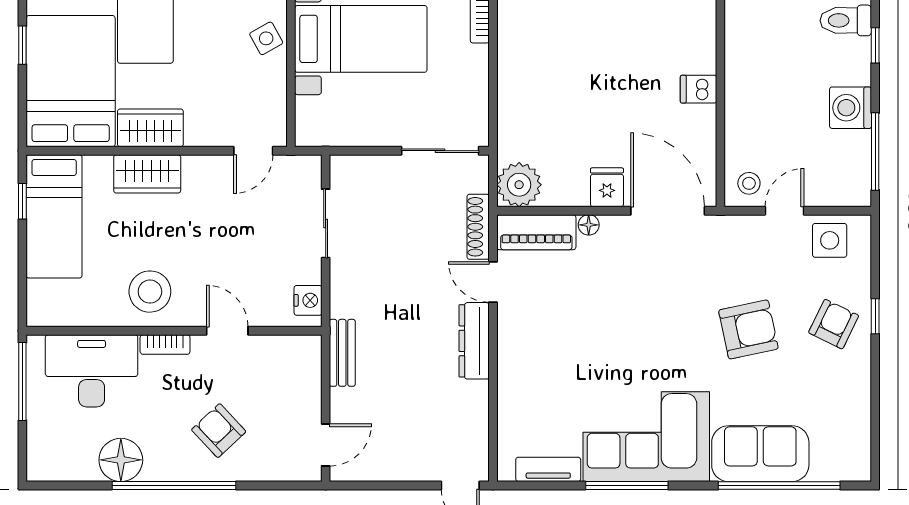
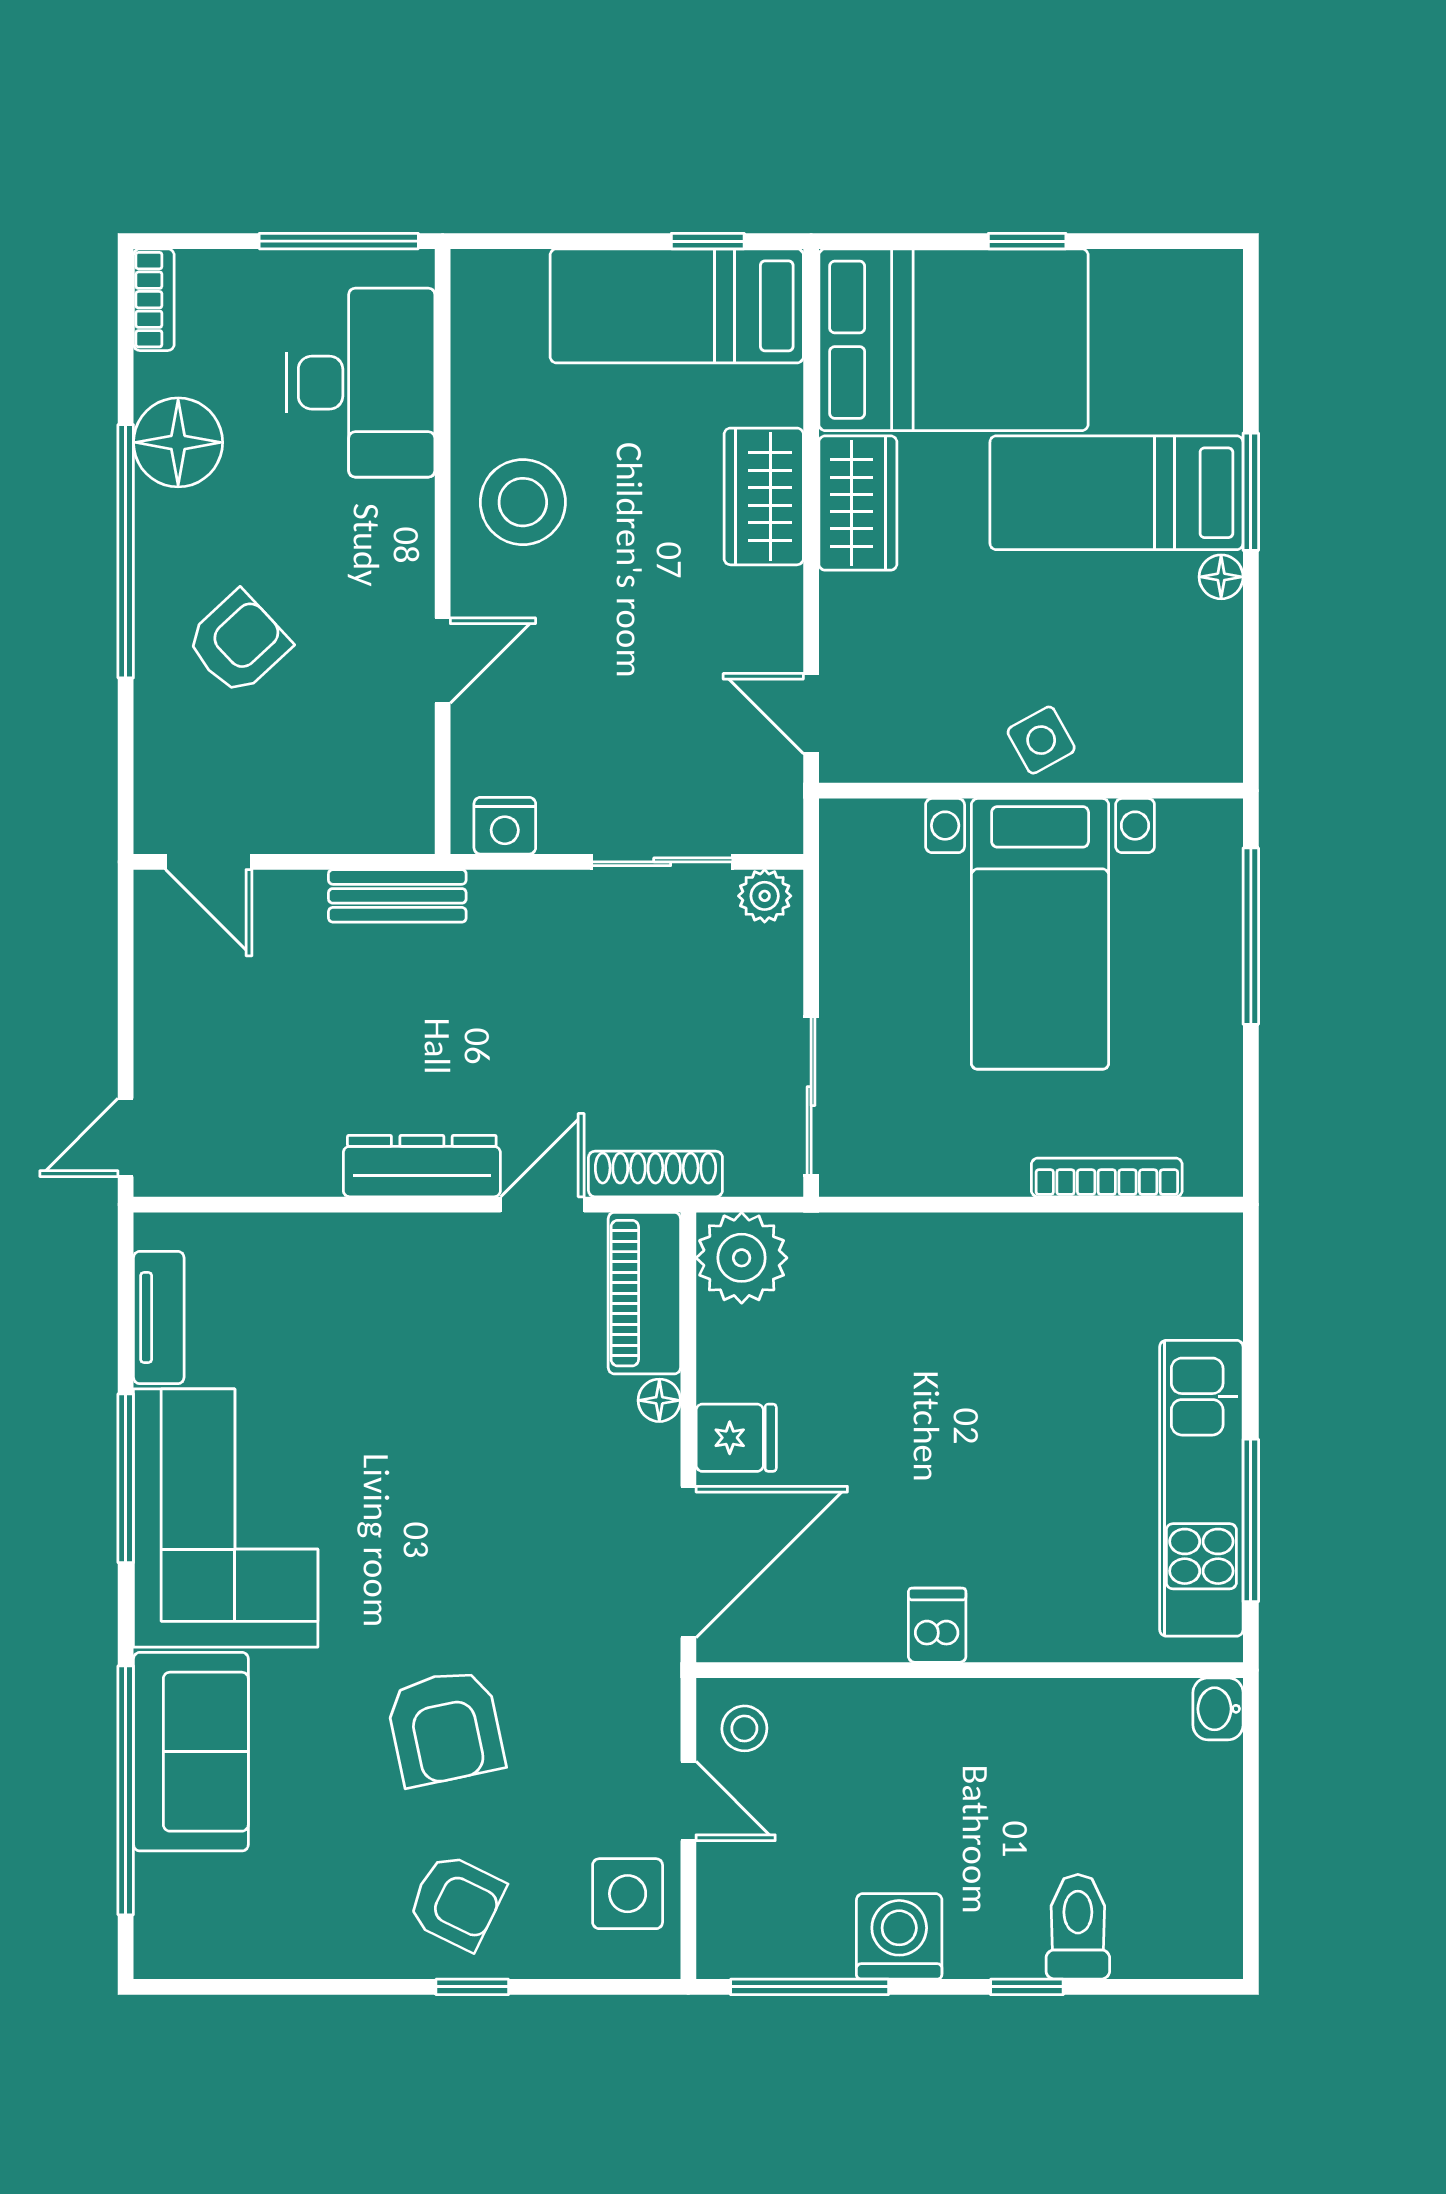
plant: (342, 173) -> (765, 896), added
bookcase: (165, 344) -> (154, 300), moved, turned 180

